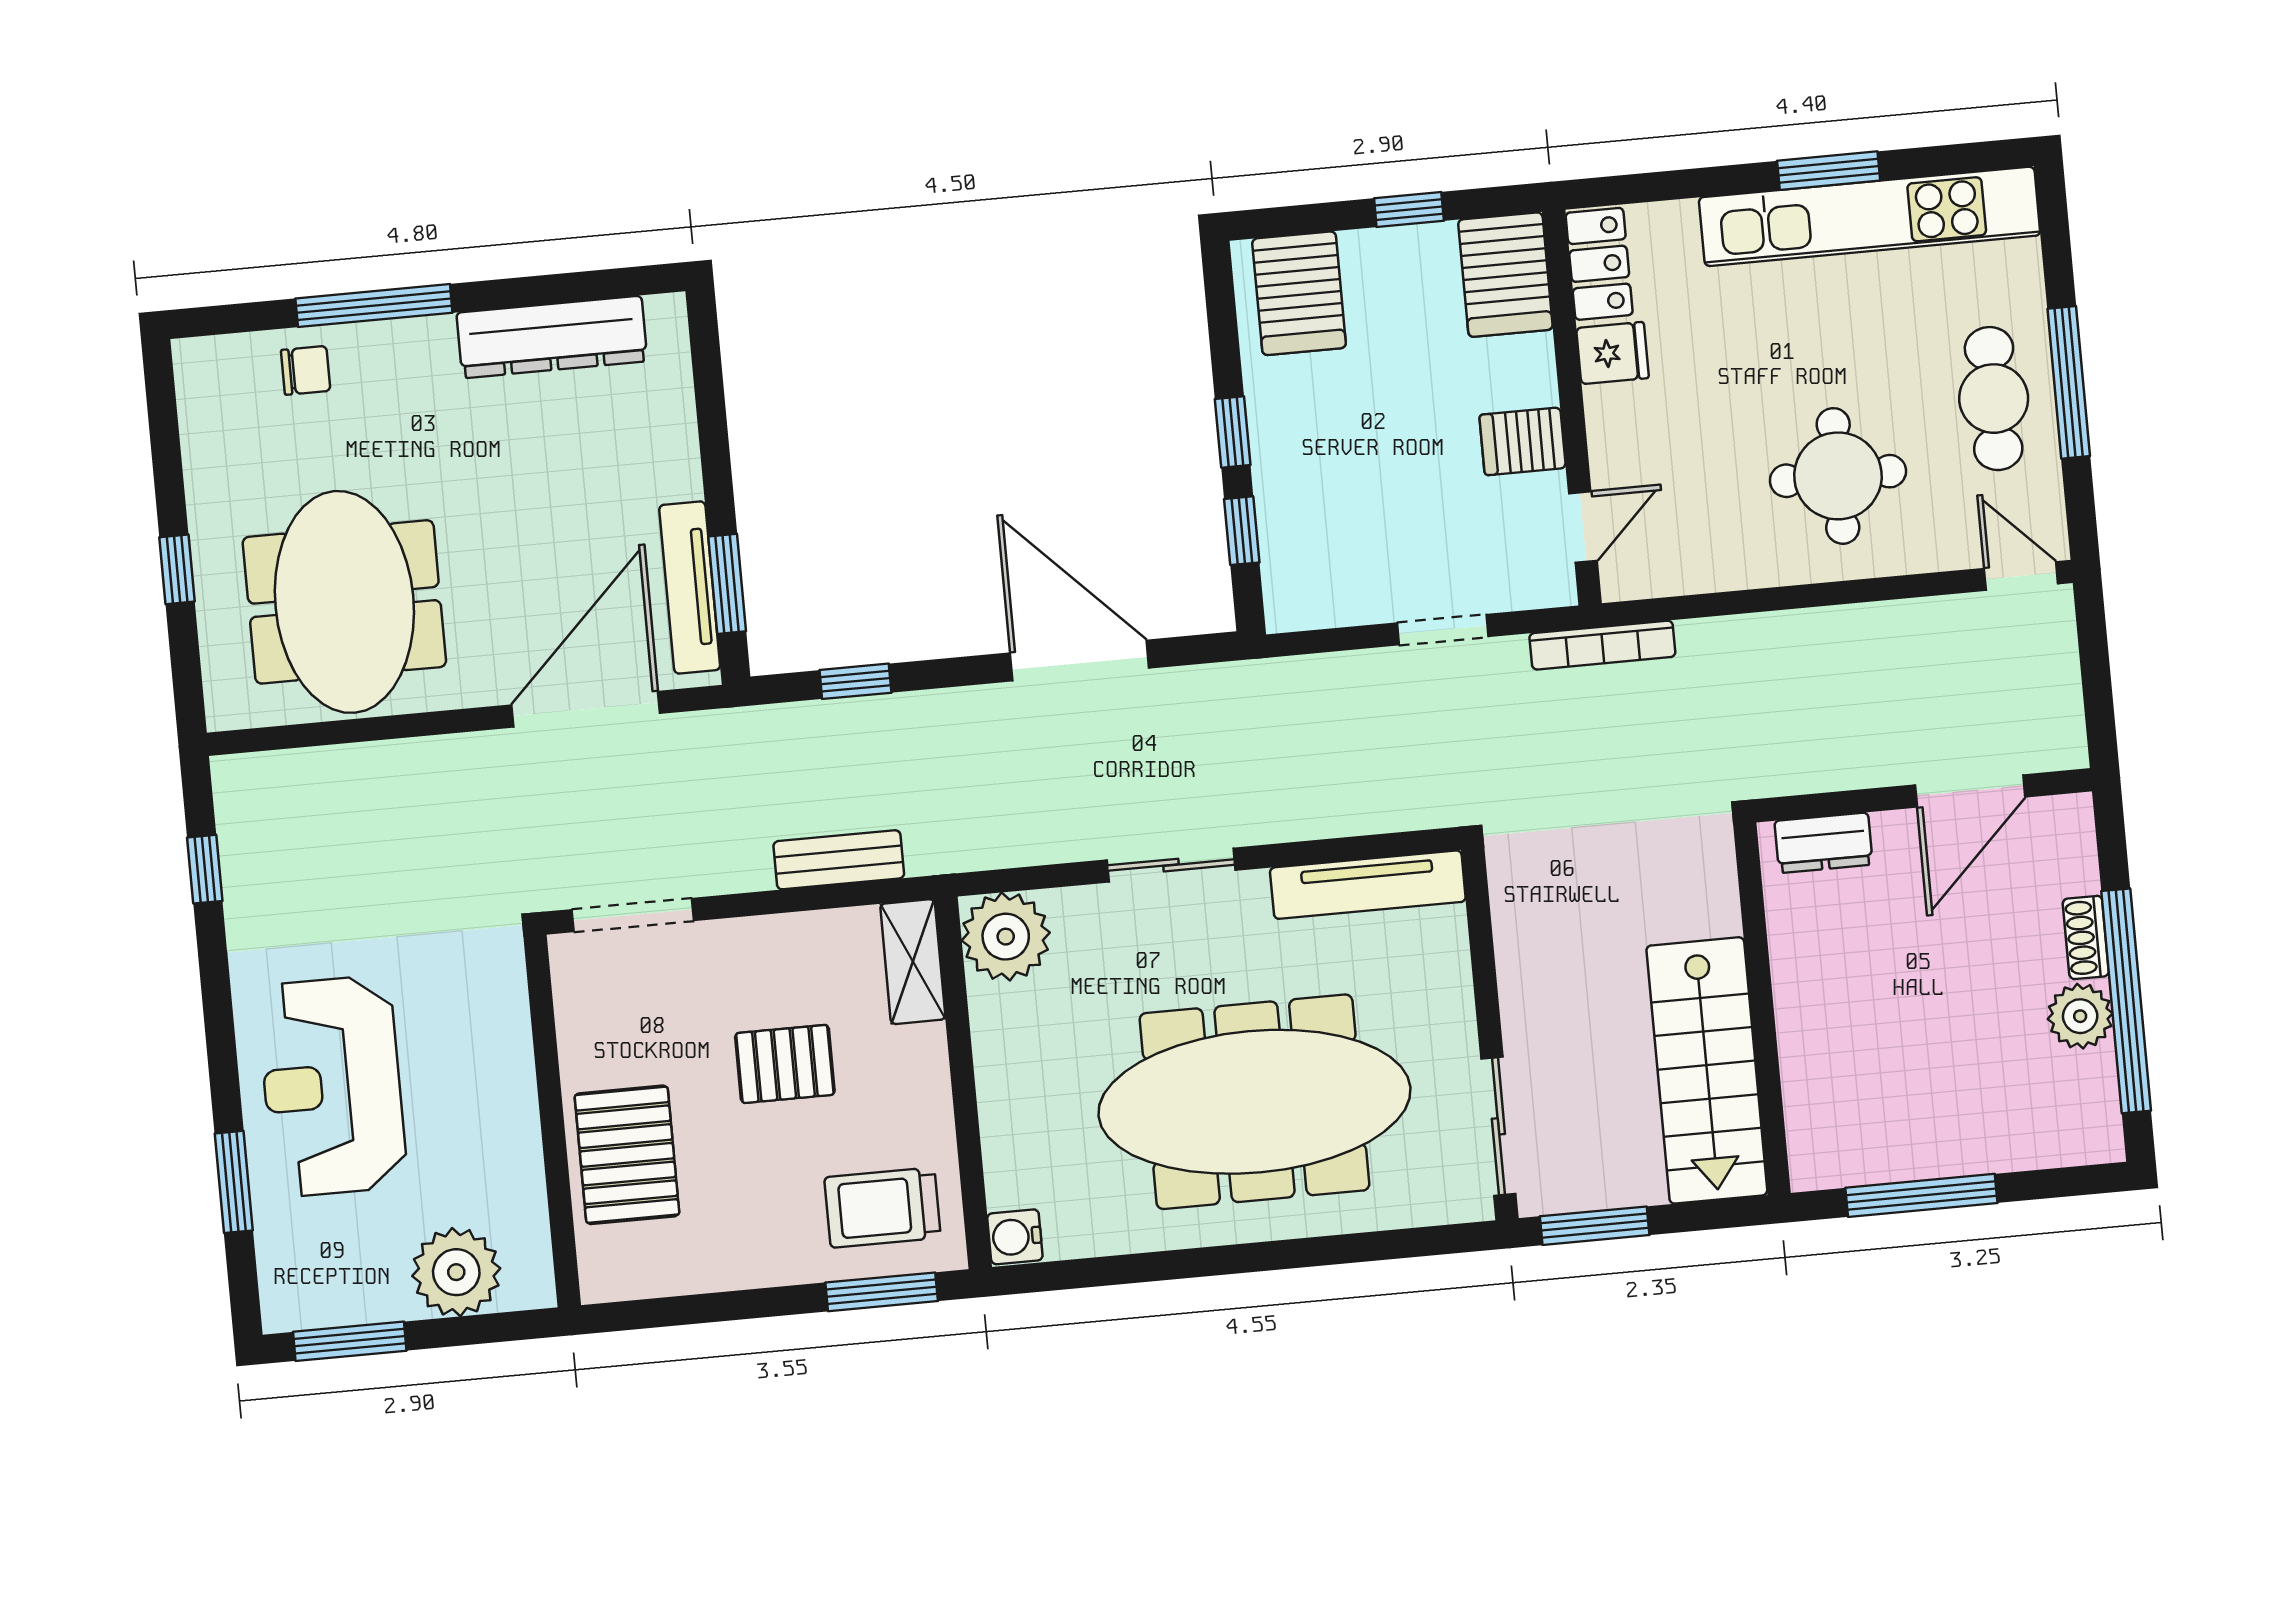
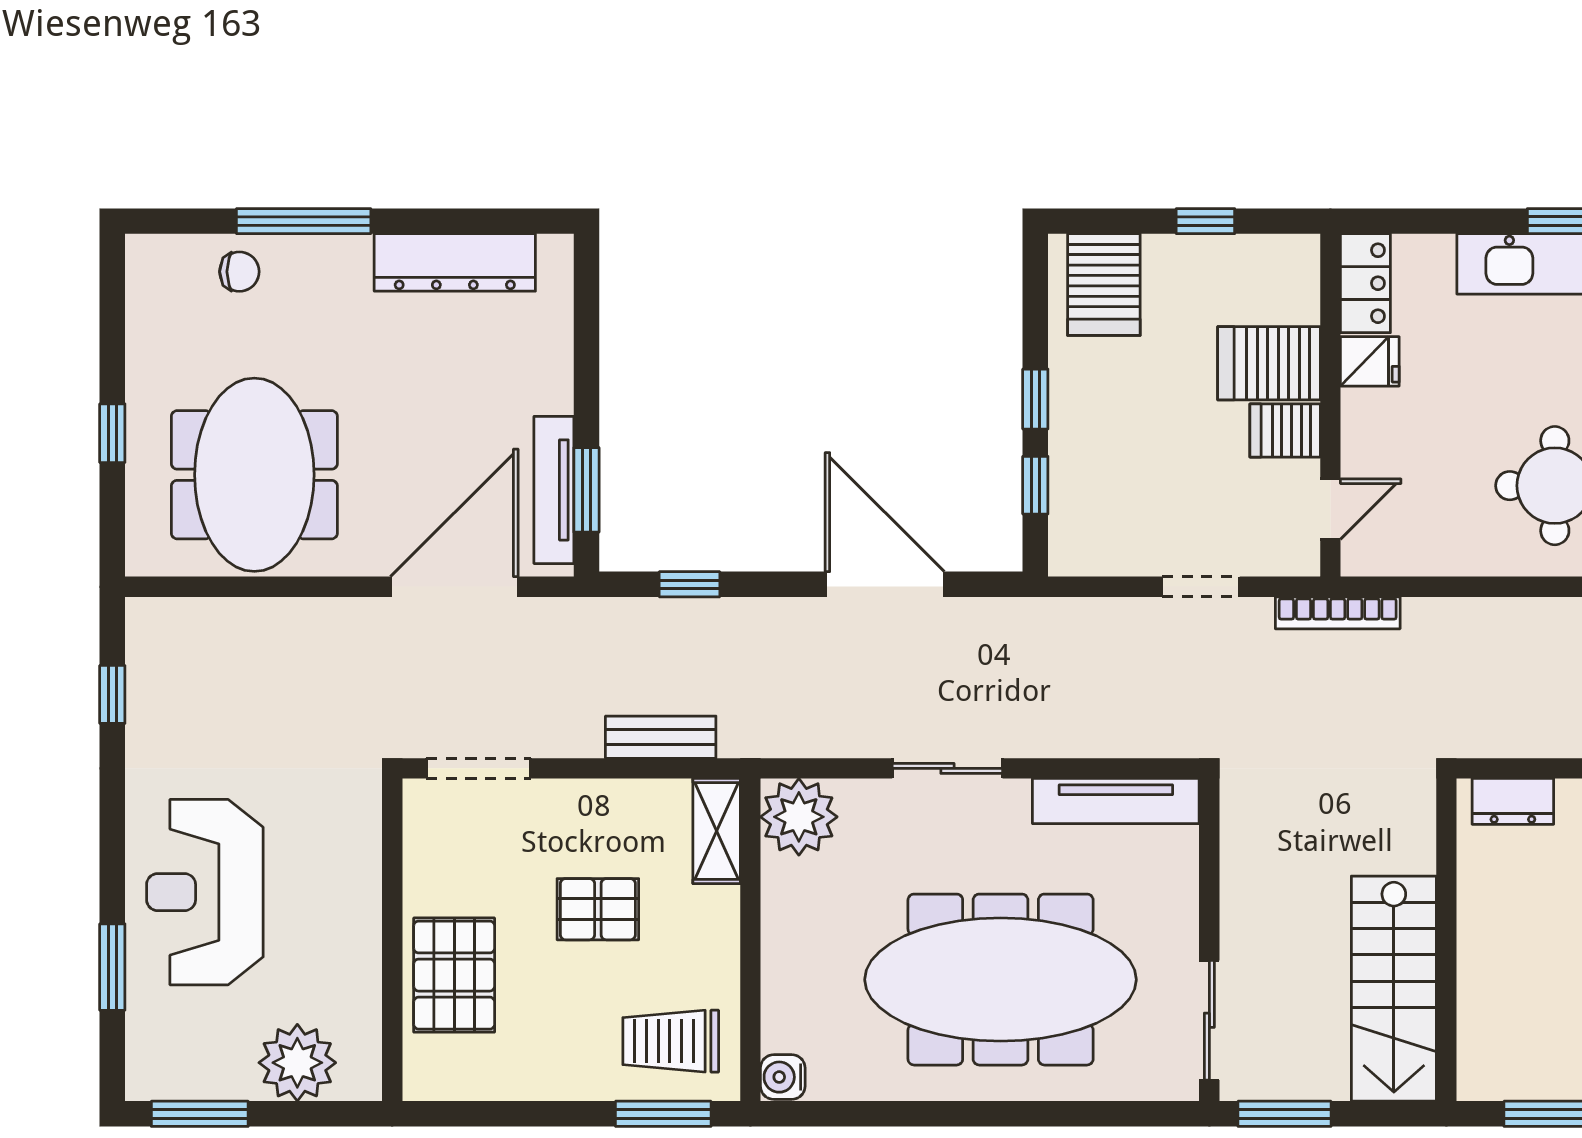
server rack: (1505, 275) -> (1269, 363), moved, turned 90

